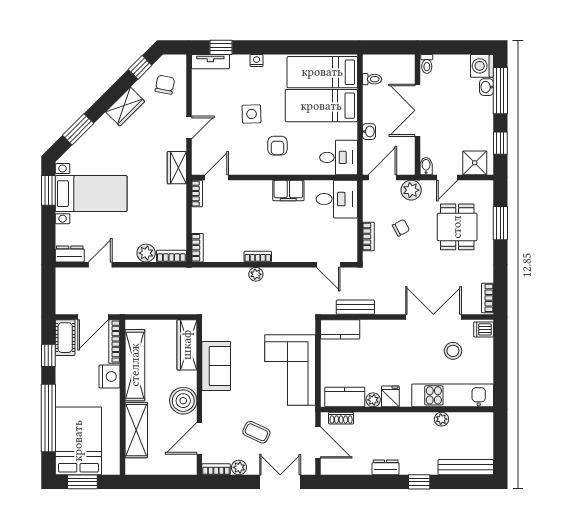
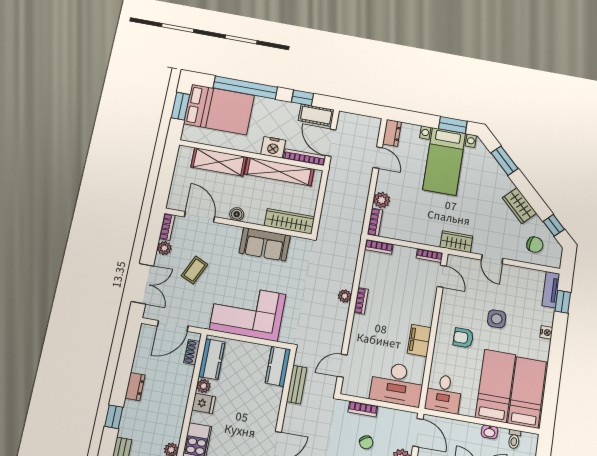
washbasin: (369, 132) -> (489, 432), moved
desk: (337, 199) -> (397, 384), width x1.37
boiler: (183, 401) -> (237, 214), width x0.54, depth x0.54

